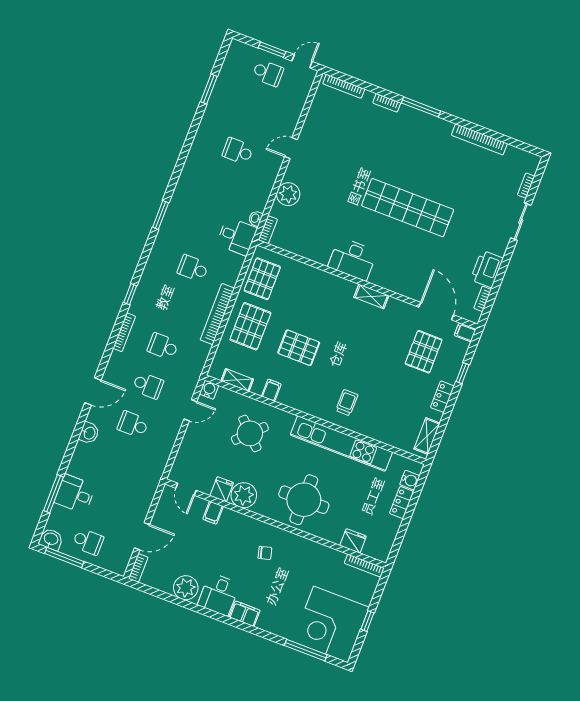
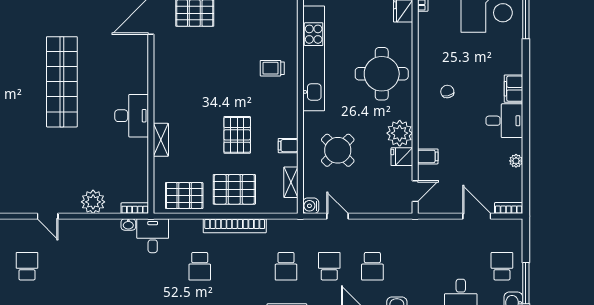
school desk: (238, 151) -> (27, 266), moved, turned 180
shelving: (371, 296) -> (161, 140), moved
plant: (186, 588) -> (516, 161), width x0.53, depth x0.53

